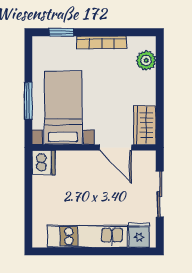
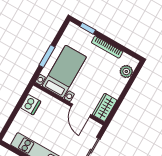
dishwasher: (44, 163) -> (31, 105), moved

